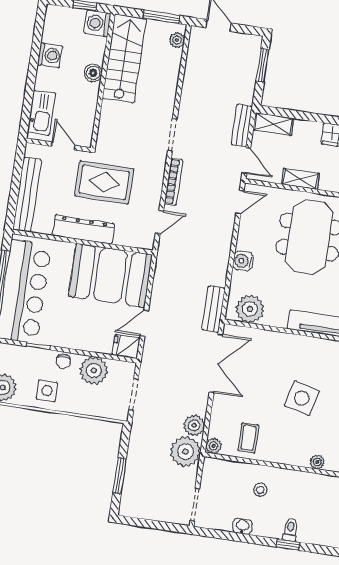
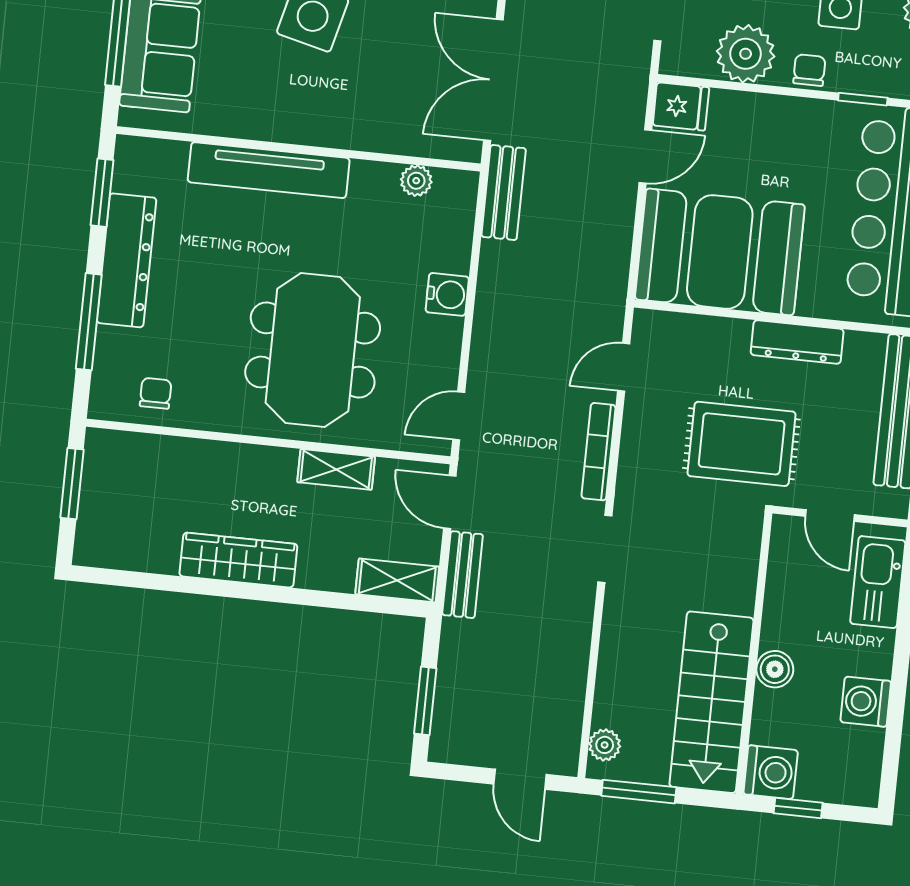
dresser: (83, 229) -> (797, 342), width x0.73, depth x0.80
plant: (250, 309) -> (416, 181), width x0.53, depth x0.53

